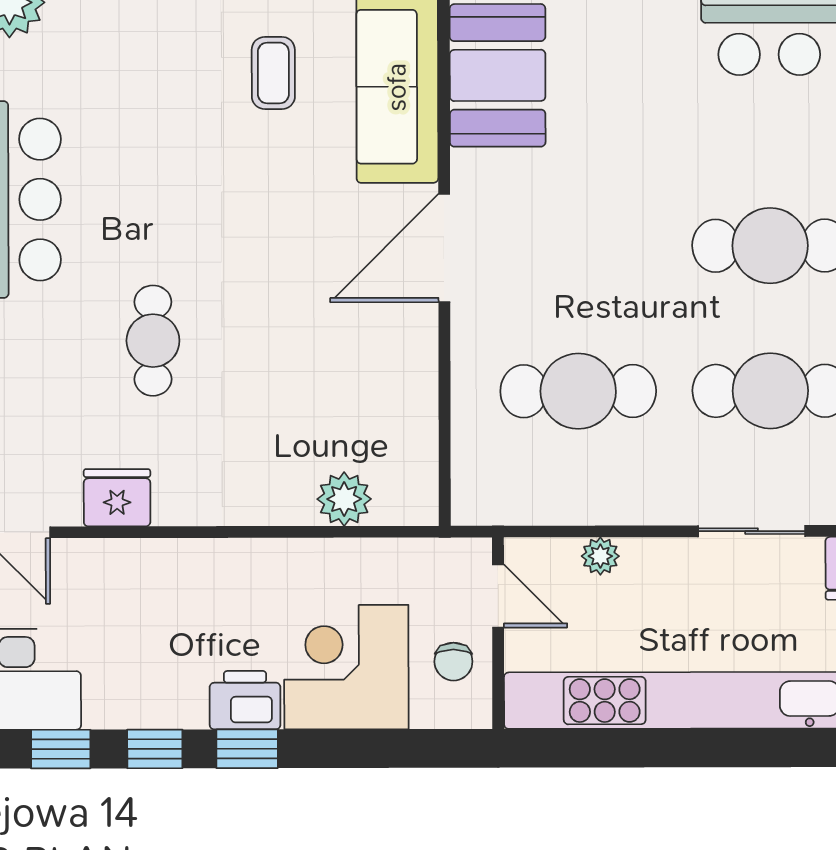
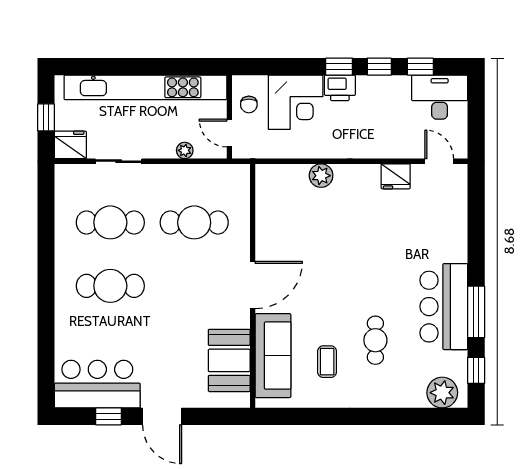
cafe table: (153, 341) -> (375, 340), moved
plant: (344, 499) -> (321, 176), moved
chair: (453, 662) -> (249, 105), turned 180

